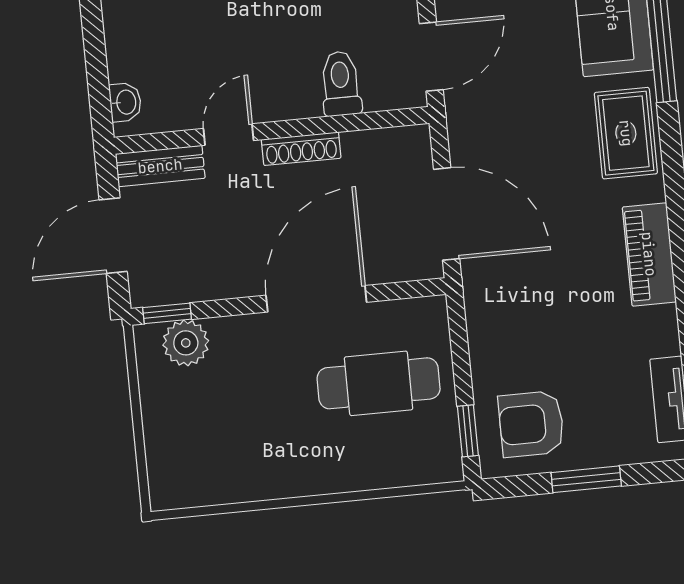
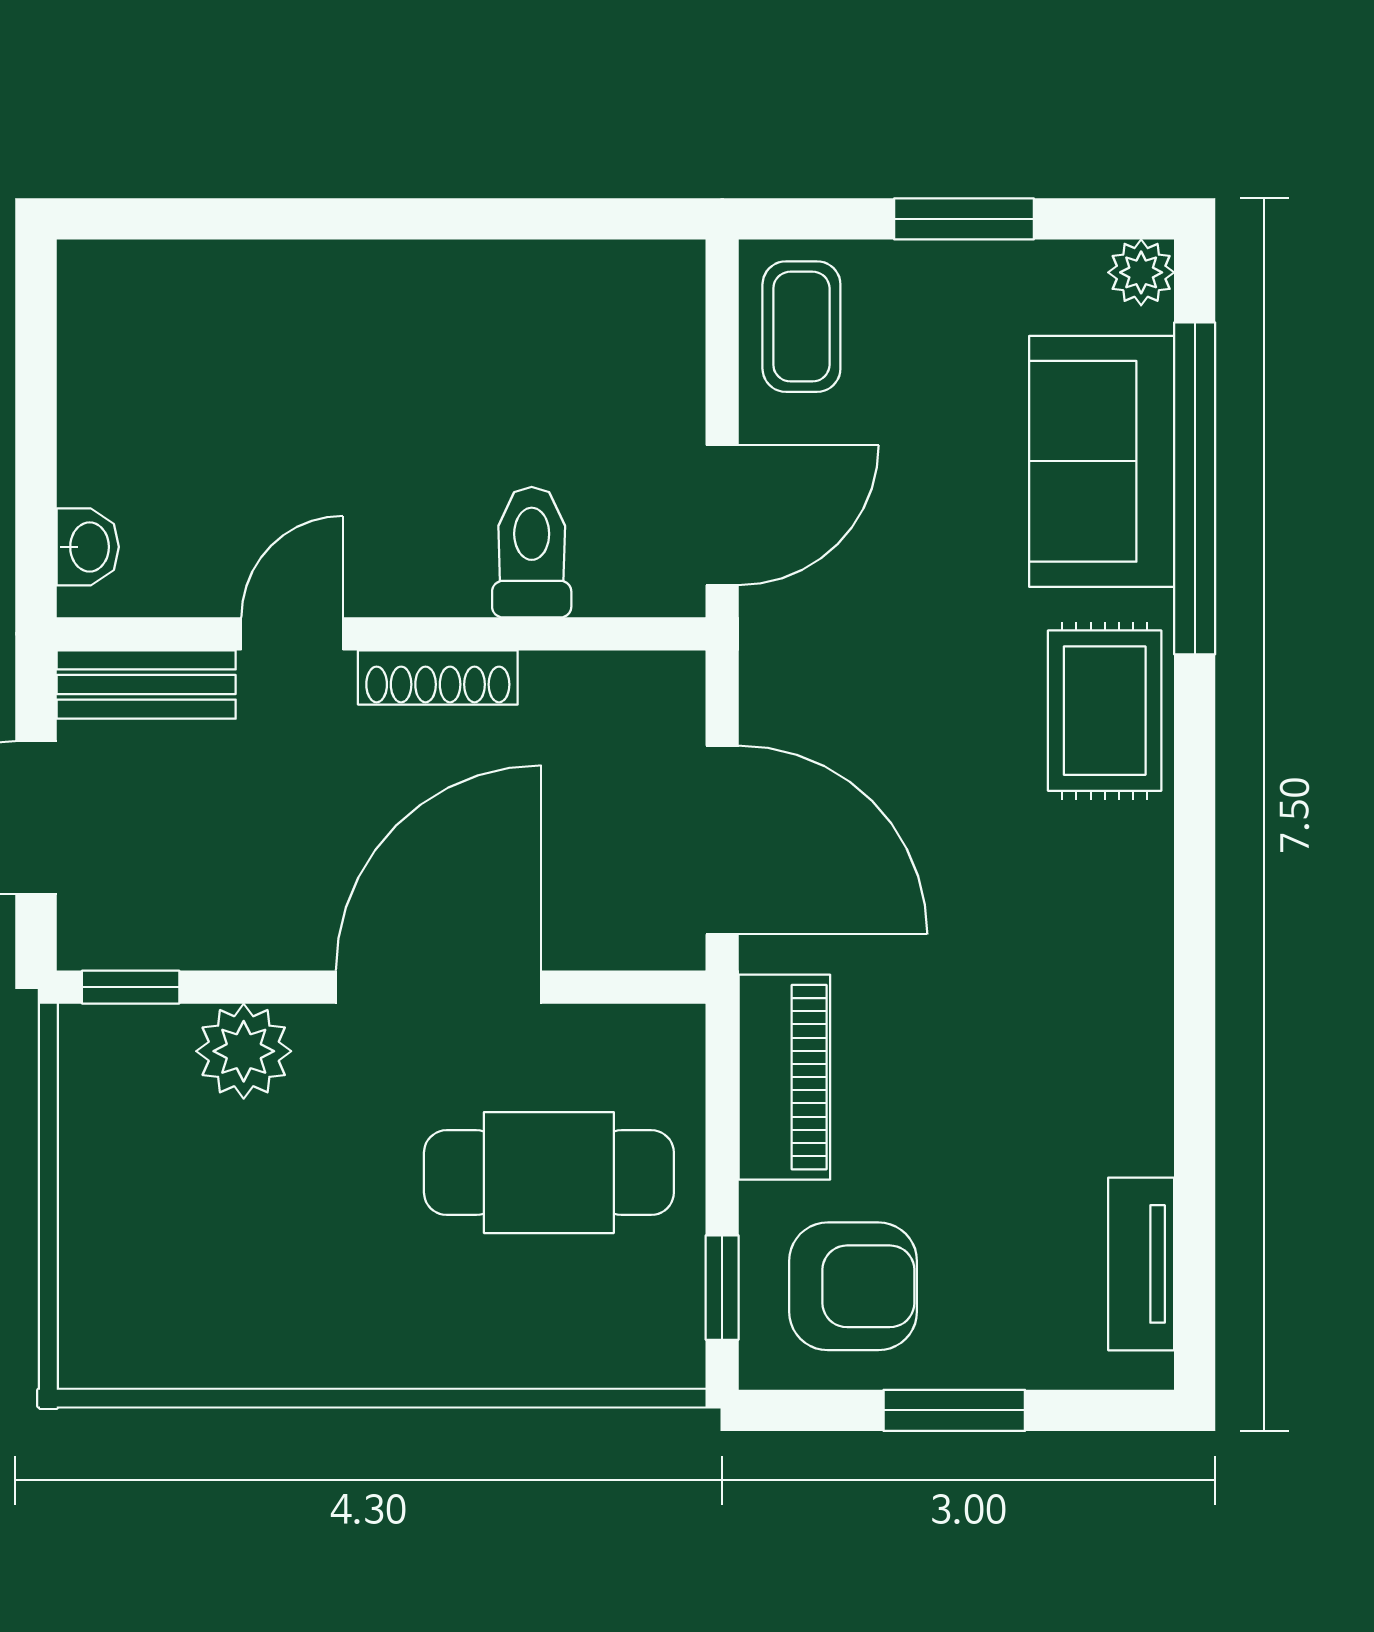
piano: (649, 254) -> (784, 1077), moved, turned 180
plant: (186, 343) -> (244, 1051), moved
armchair: (531, 424) -> (853, 1286), turned 180

